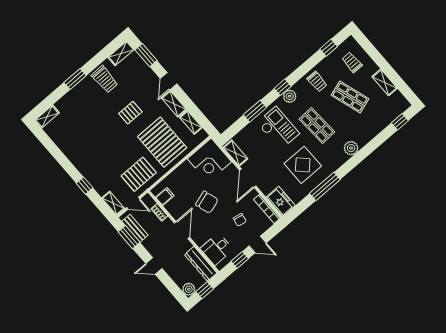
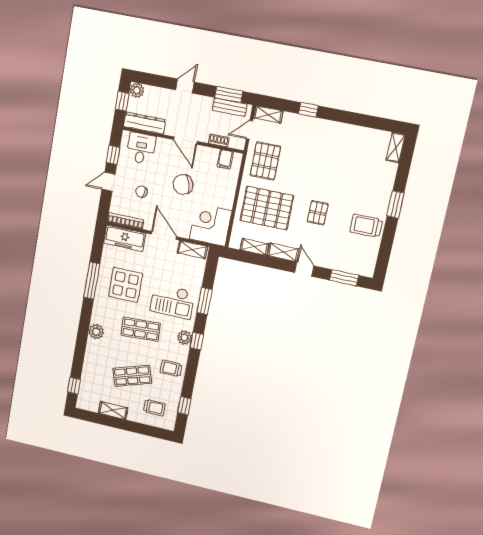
shelving: (121, 53) -> (369, 262), removed
freezer: (281, 201) -> (125, 238), width x1.40

